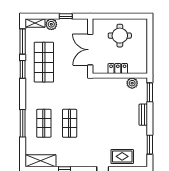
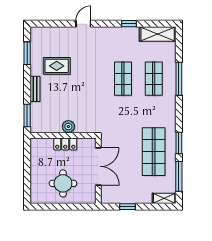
plant: (51, 24) -> (145, 197), removed
plant: (132, 83) -> (68, 127), moved
rug: (122, 156) -> (57, 66), moved

